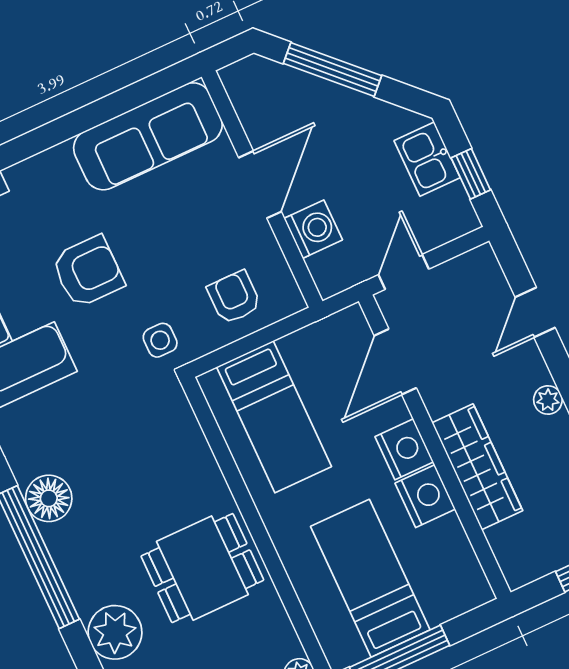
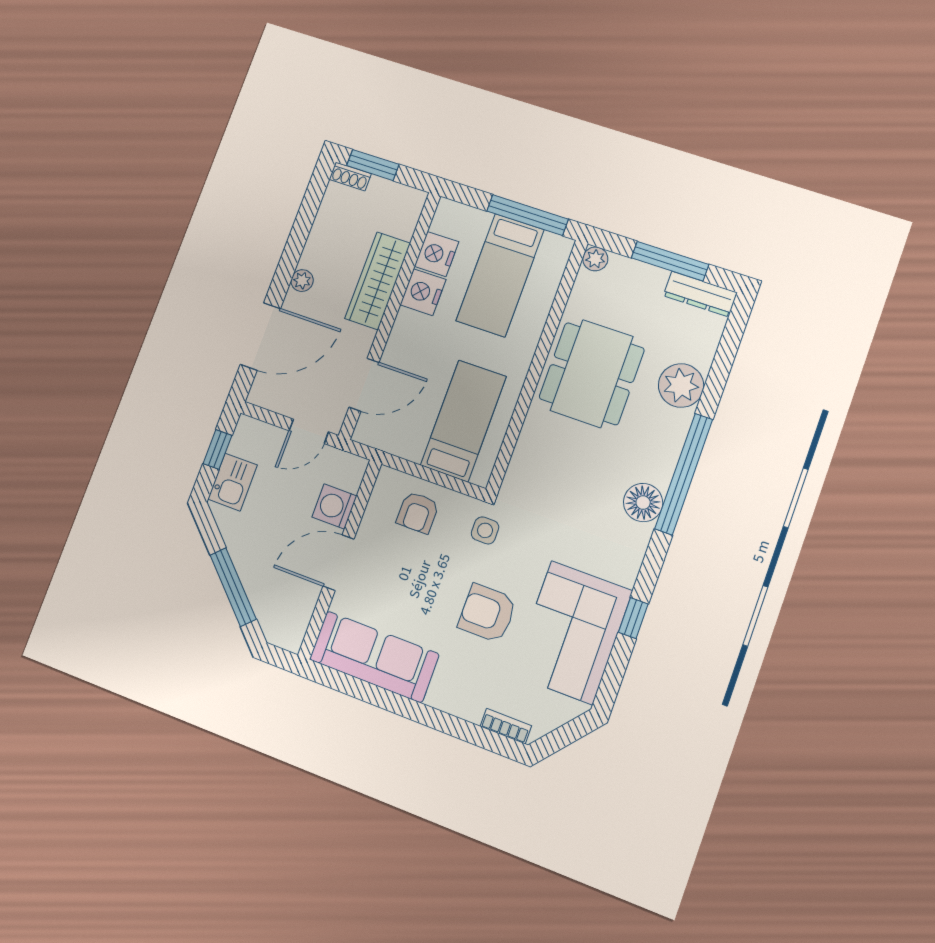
door: (535, 312) -> (260, 336), width x1.87
nightstand: (404, 449) -> (436, 254), moved
dining table: (202, 568) -> (592, 374), width x1.38

